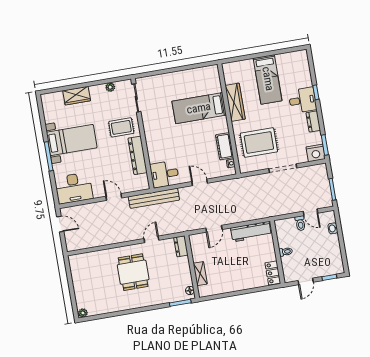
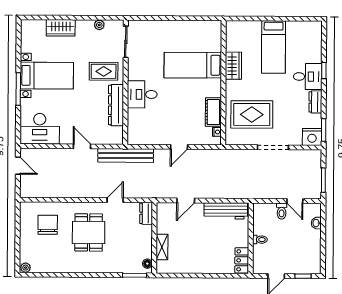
wardrobe: (235, 102) -> (233, 66), width x0.67
desk: (165, 174) -> (142, 94), moved
door: (200, 182) -> (179, 147), swing flipped
chair: (96, 272) -> (48, 225), added

